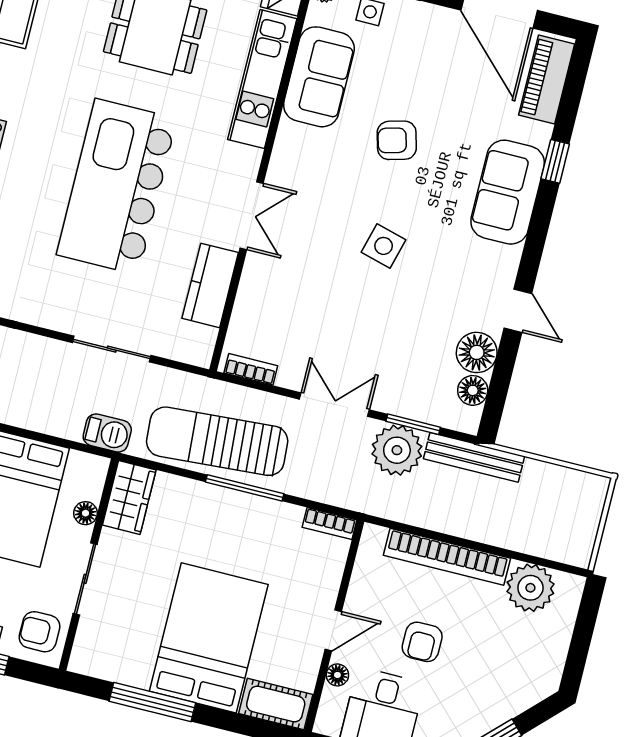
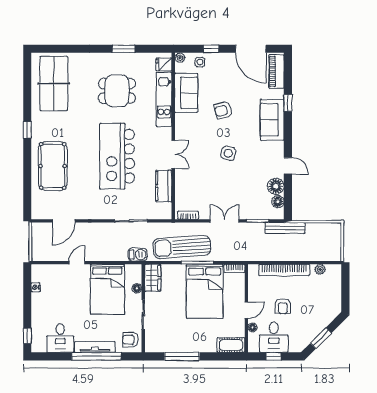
plant: (397, 450) -> (254, 233), removed
plant: (530, 588) -> (320, 269), width x0.53, depth x0.53
bed: (209, 638) -> (205, 291), moved, turned 180

